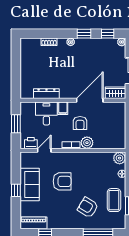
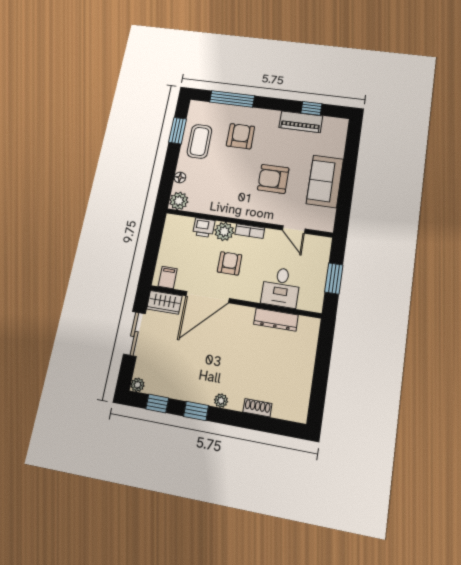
filing cabinet: (63, 108) -> (168, 277), moved
printer: (31, 143) -> (204, 228), moved
door: (44, 150) -> (294, 230), hinge flipped
window: (16, 190) -> (348, 176), removed
armchair: (88, 207) -> (240, 136), turned -121
piano: (33, 223) -> (301, 122), moved

